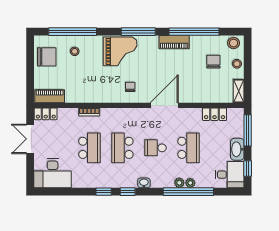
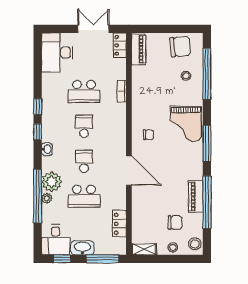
piano: (174, 42) -> (196, 196), moved
chair: (47, 57) -> (180, 46), turned -96
school desk: (122, 148) -> (84, 126), width x0.54
plant: (179, 183) -> (52, 182), width x1.87, depth x1.87

